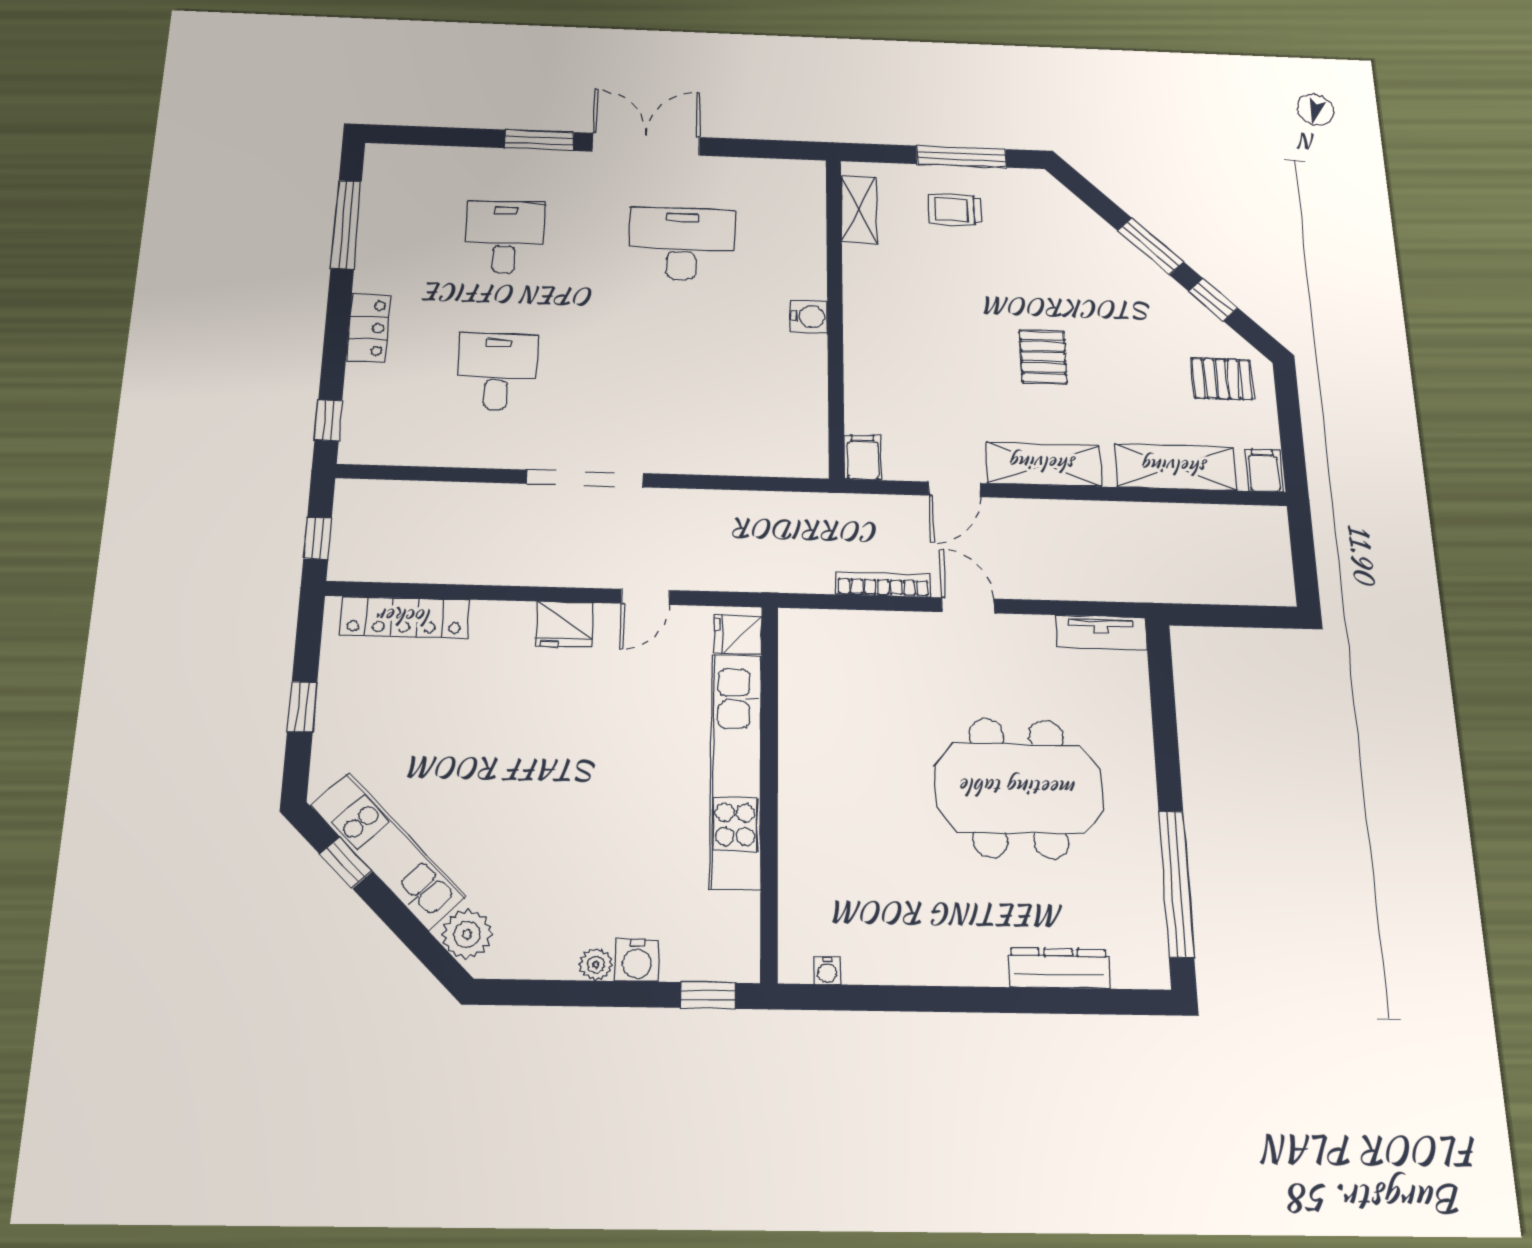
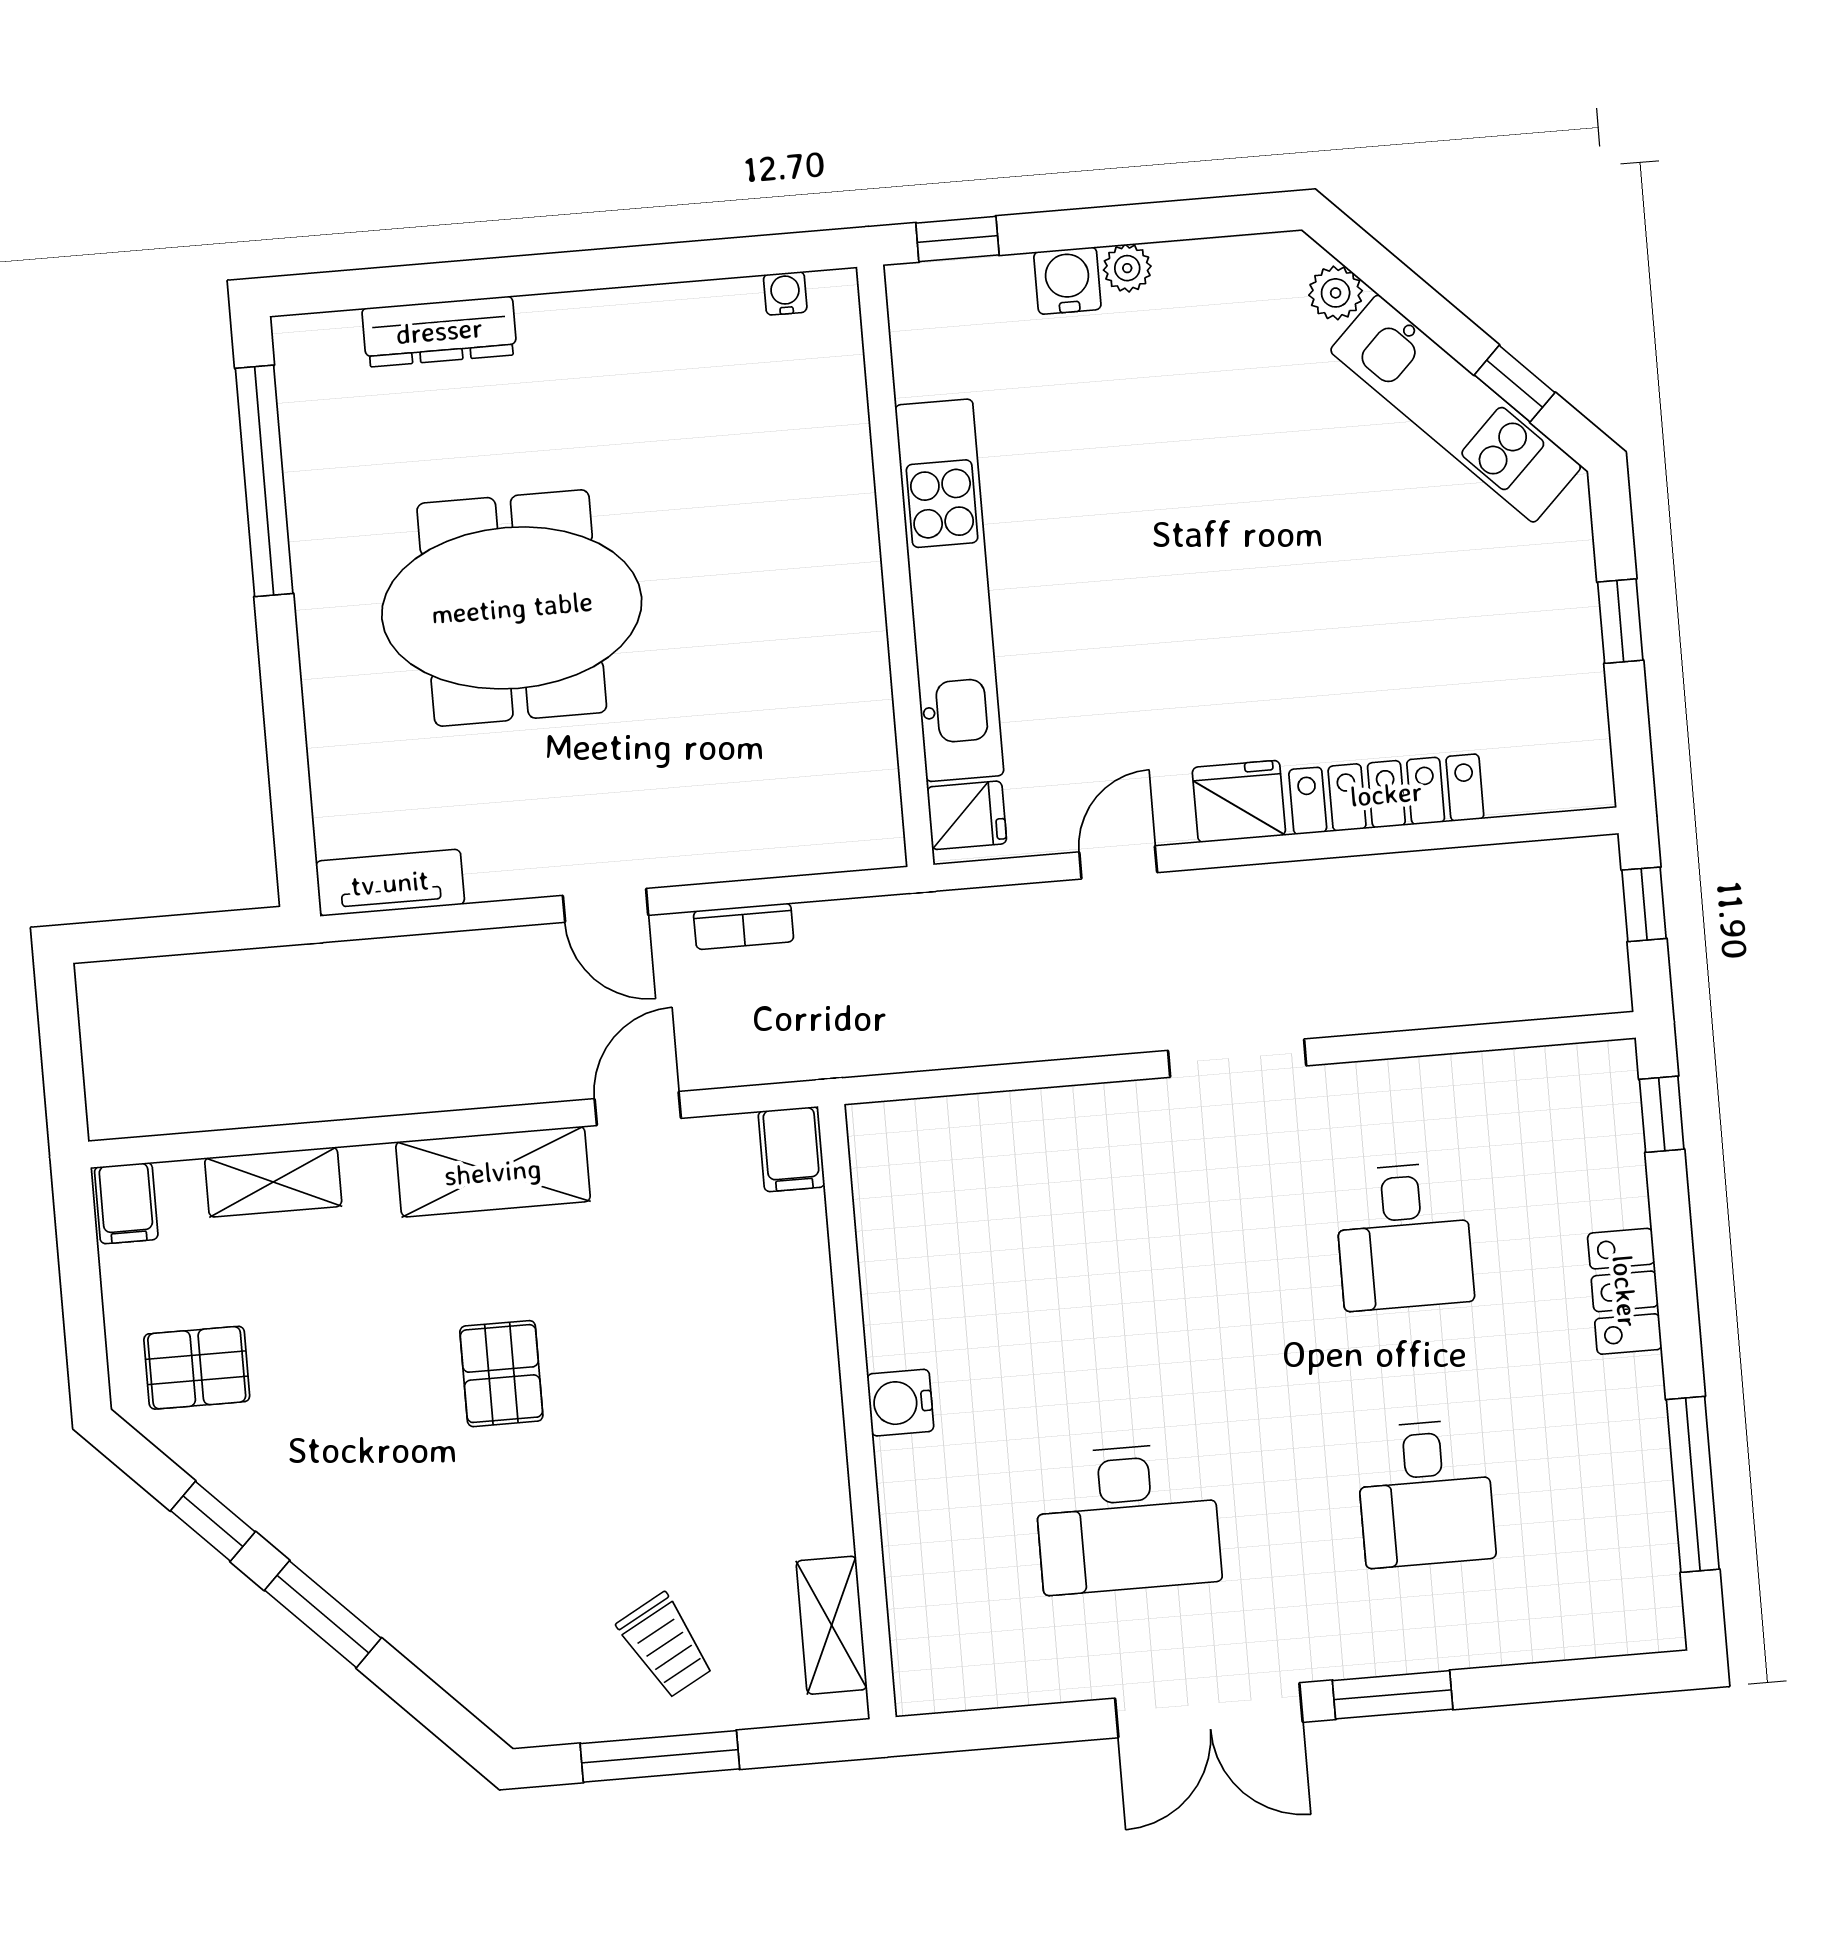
trolley: (955, 210) -> (665, 1646), turned 61
shelving: (1176, 467) -> (273, 1182), width x0.67, depth x0.75
doorway: (585, 478) -> (1237, 1058), width x0.73
bookcase: (883, 584) -> (744, 926), width x0.64
locker: (405, 617) -> (1386, 794), moved
plant: (467, 934) -> (1336, 293), width x0.73, depth x0.73

